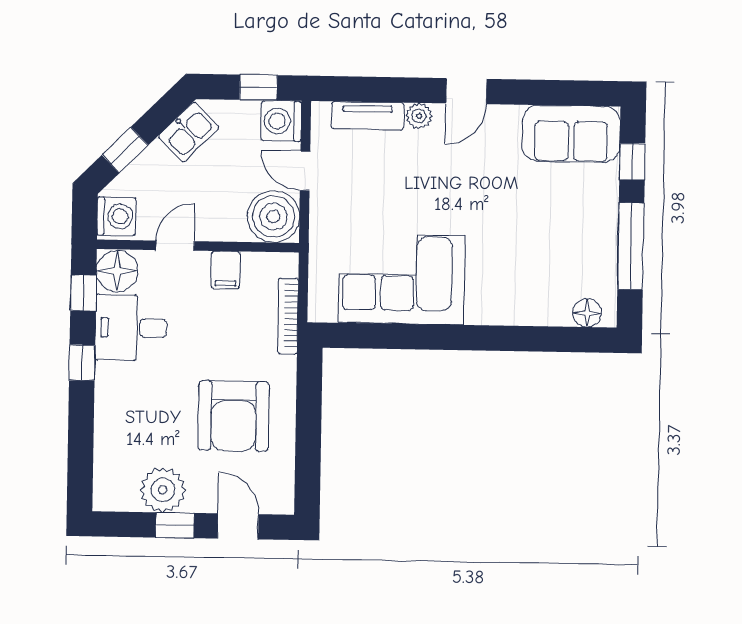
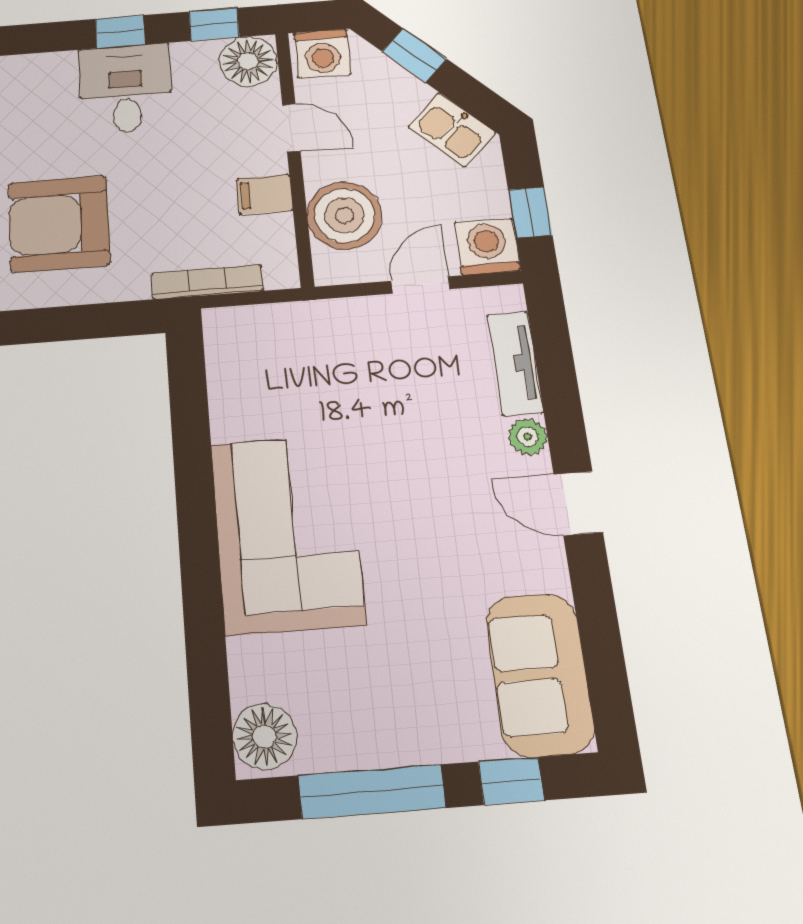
boiler: (274, 217) -> (344, 215), moved
corner sofa: (402, 279) -> (287, 533), moved
floor lamp: (587, 313) -> (264, 736), width x1.38, depth x1.38
desk: (131, 328) -> (126, 89), moved

